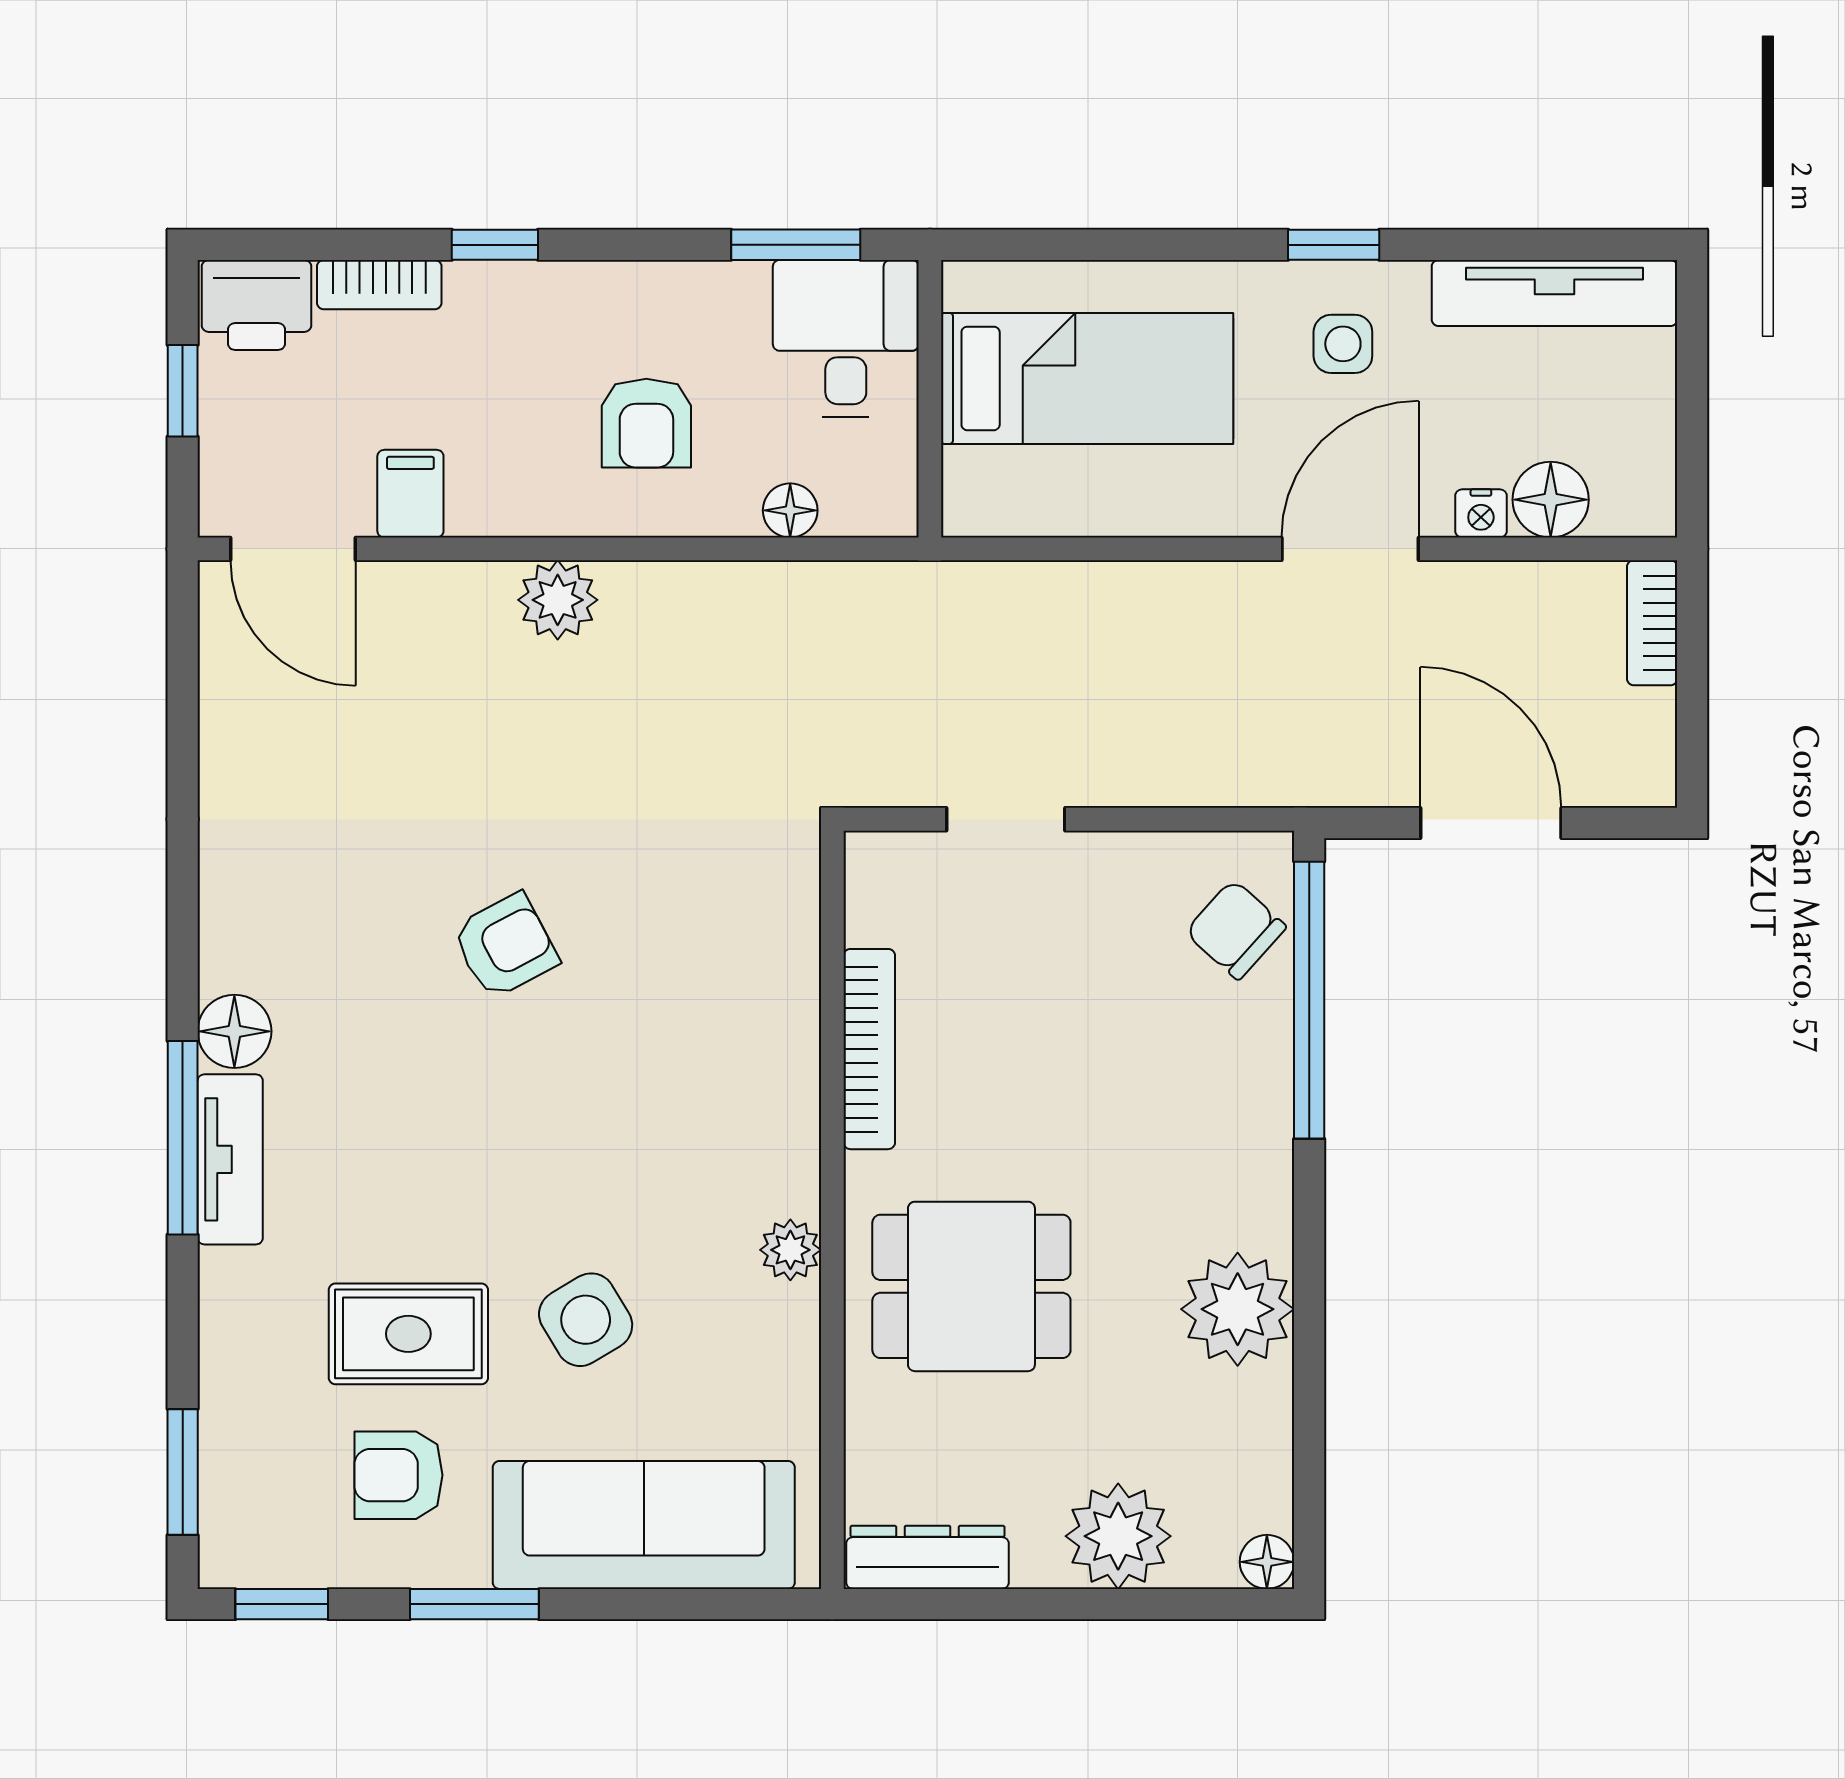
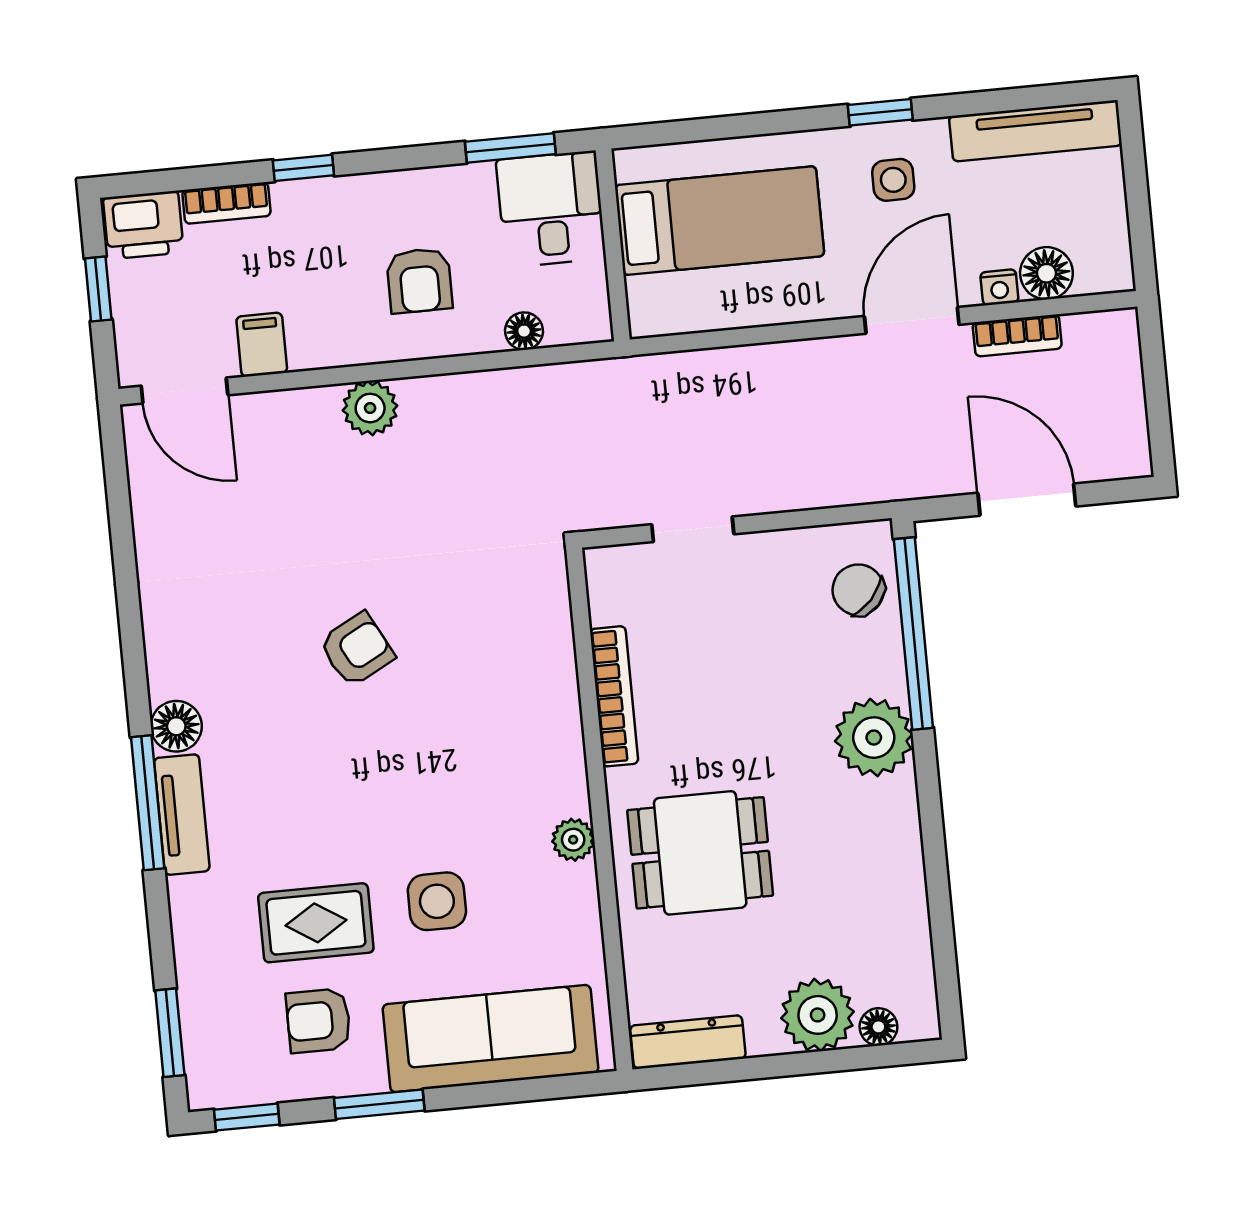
bookcase: (1652, 623) -> (1017, 335), moved, turned -90
plant: (1238, 1309) -> (874, 738), moved
side table: (586, 1320) -> (437, 901), turned 31
floor lamp: (1267, 1562) -> (878, 1027), moved

